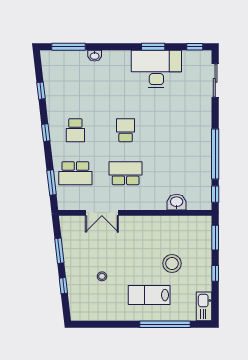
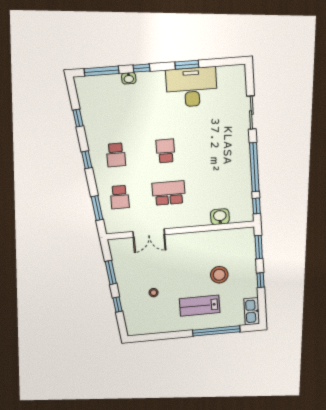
window: (195, 47) -> (141, 68), moved
sliding door: (215, 80) -> (251, 113), moved
school desk: (75, 173) -> (120, 197), width x0.54

